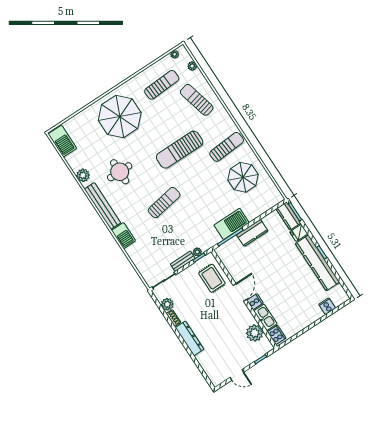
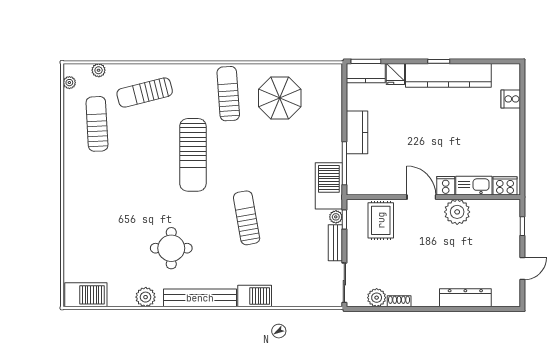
parasol: (120, 117) -> (102, 203), removed
barbecue: (231, 224) -> (329, 186), moved
rug: (212, 278) -> (381, 220), turned 90
plant: (255, 333) -> (457, 212), moved
dresser: (190, 338) -> (465, 298), moved

